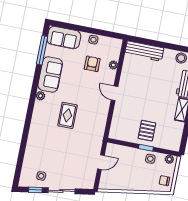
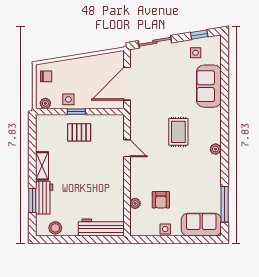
sofa: (50, 75) -> (209, 86), moved
door: (115, 93) -> (127, 148), moved
pallet: (147, 131) -> (79, 132), turned 90
door: (101, 162) -> (127, 84), width x1.88
sliding door: (61, 191) -> (155, 42), moved

